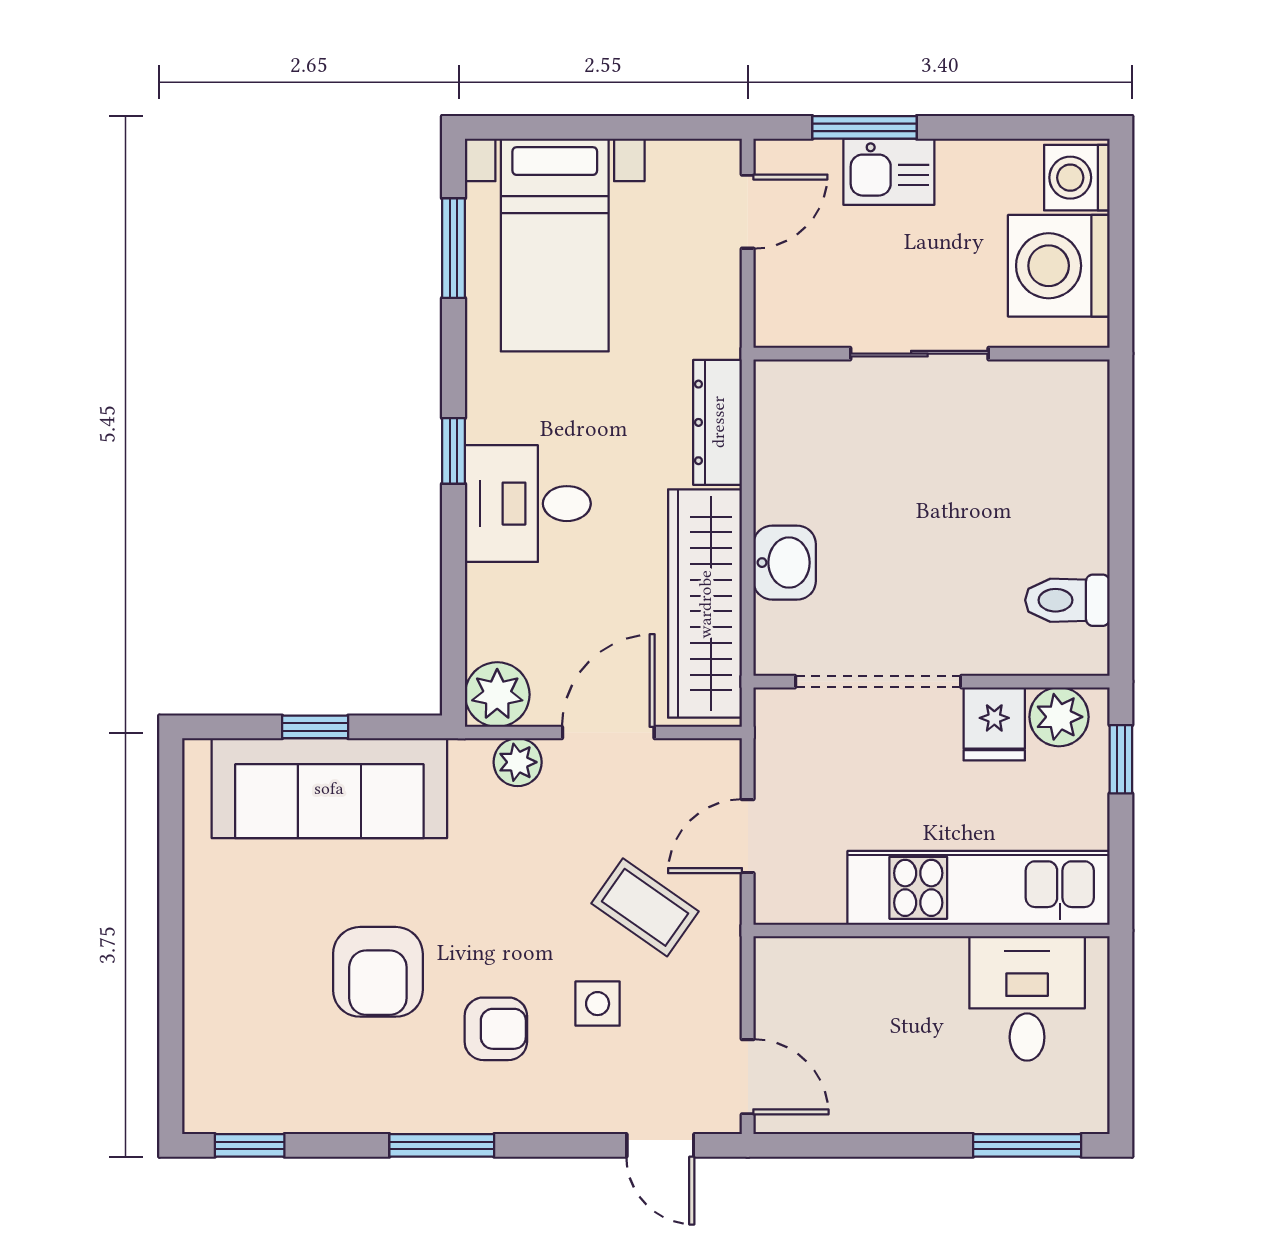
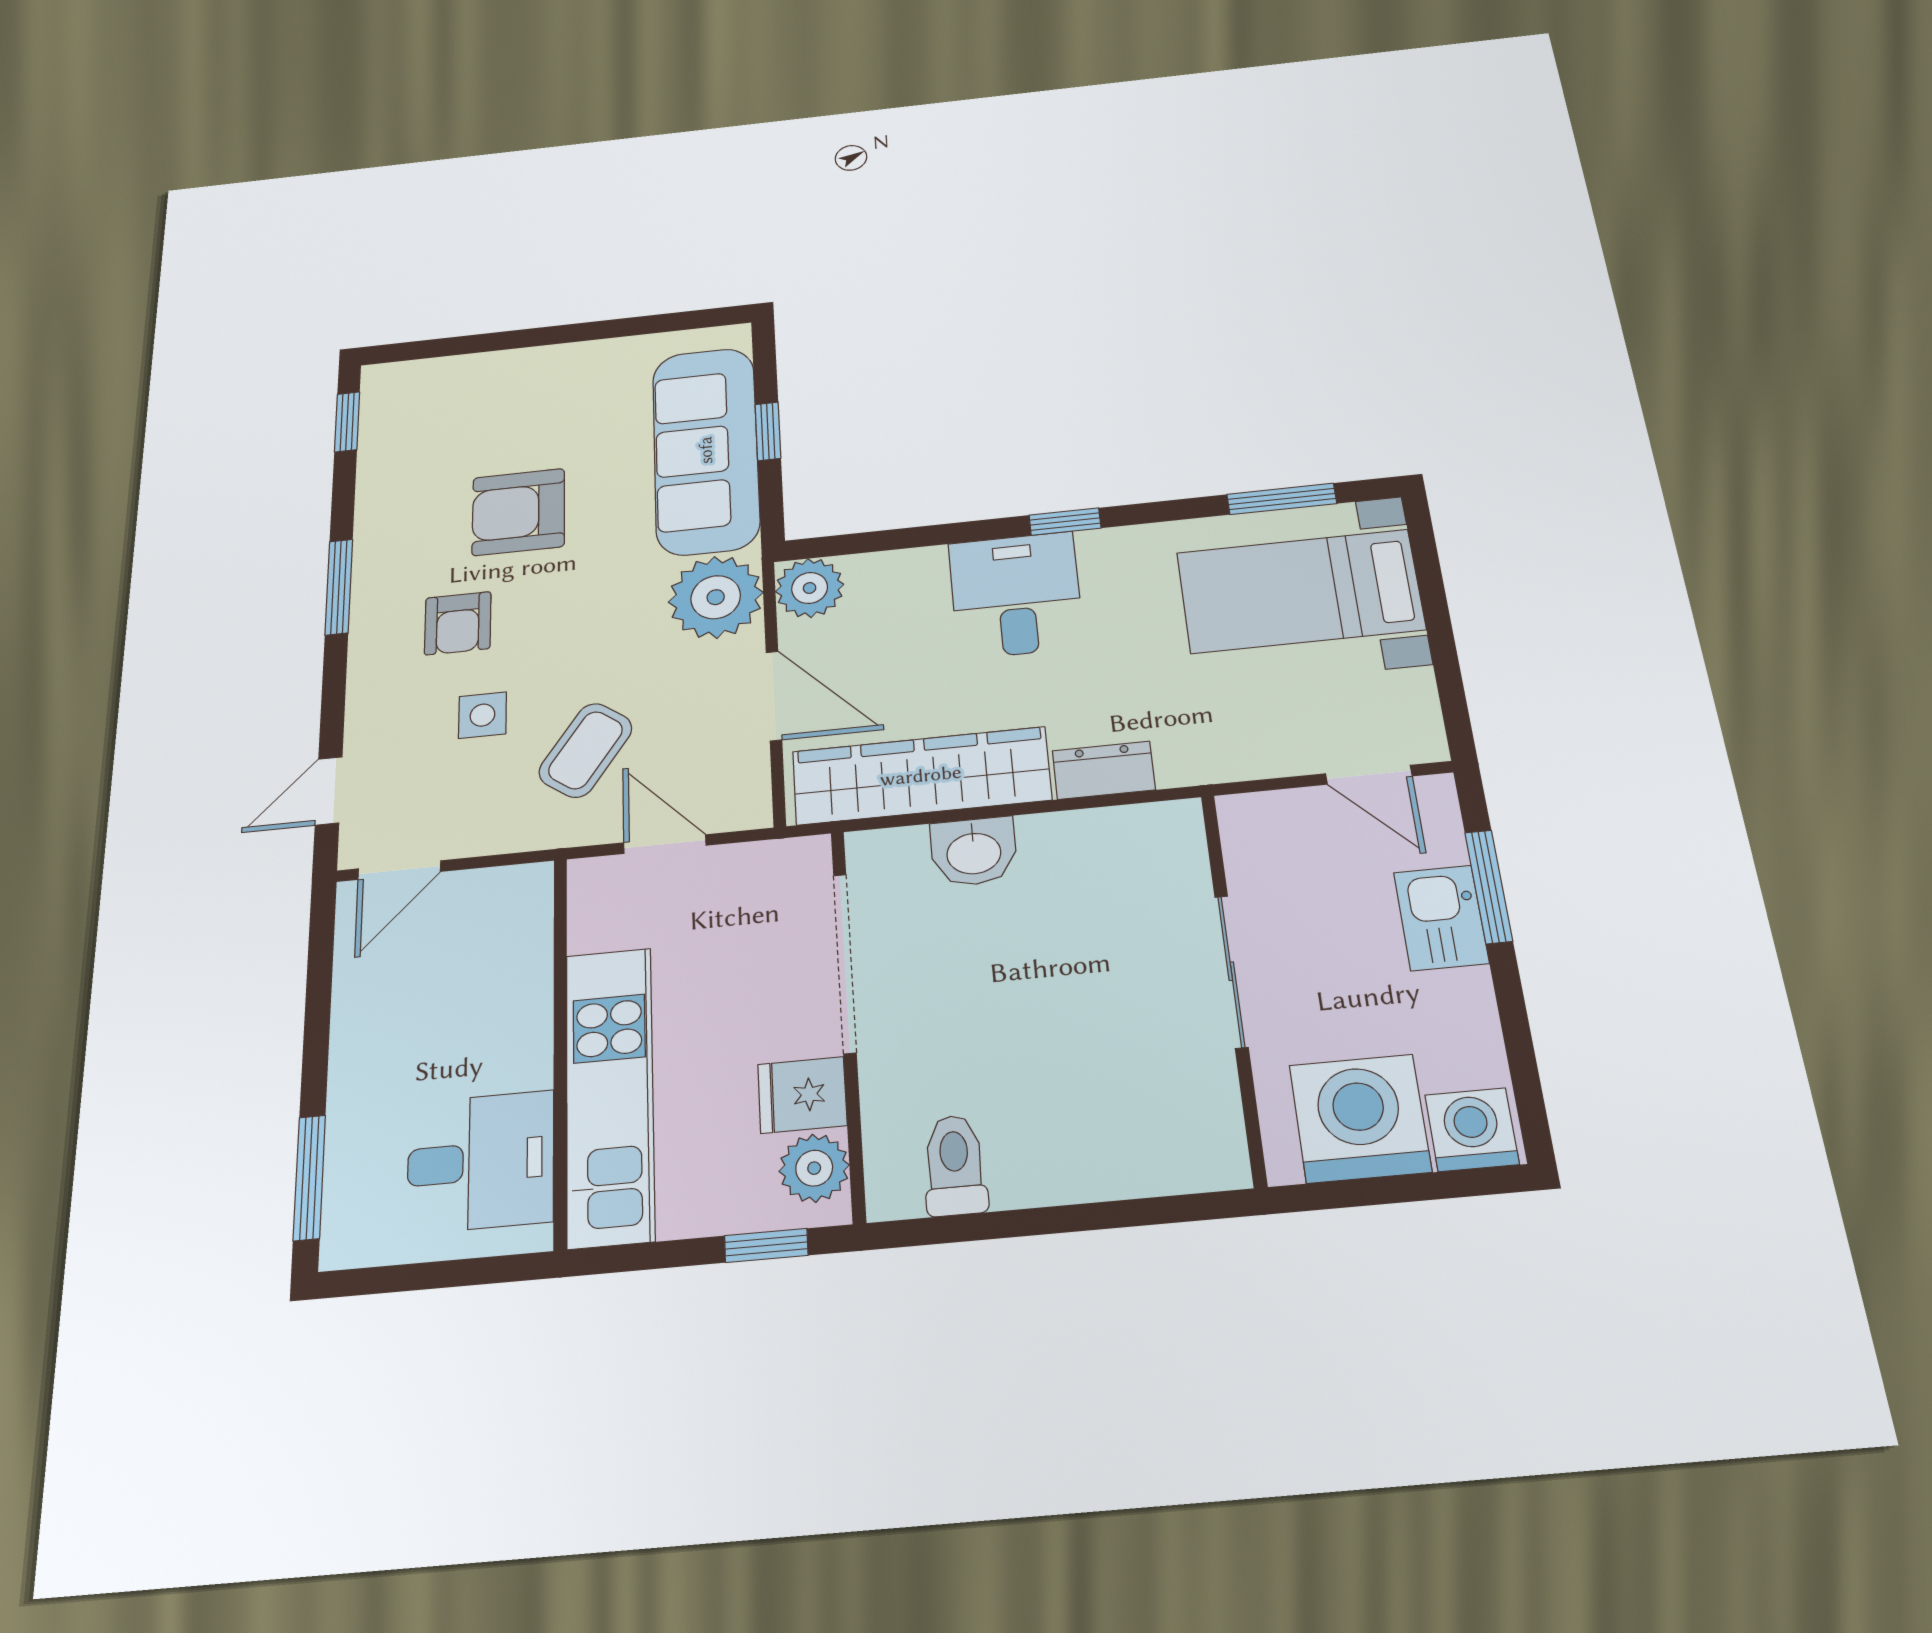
dresser: (718, 422) -> (1104, 770), width x0.70
plant: (518, 762) -> (716, 597), width x1.88, depth x1.88

